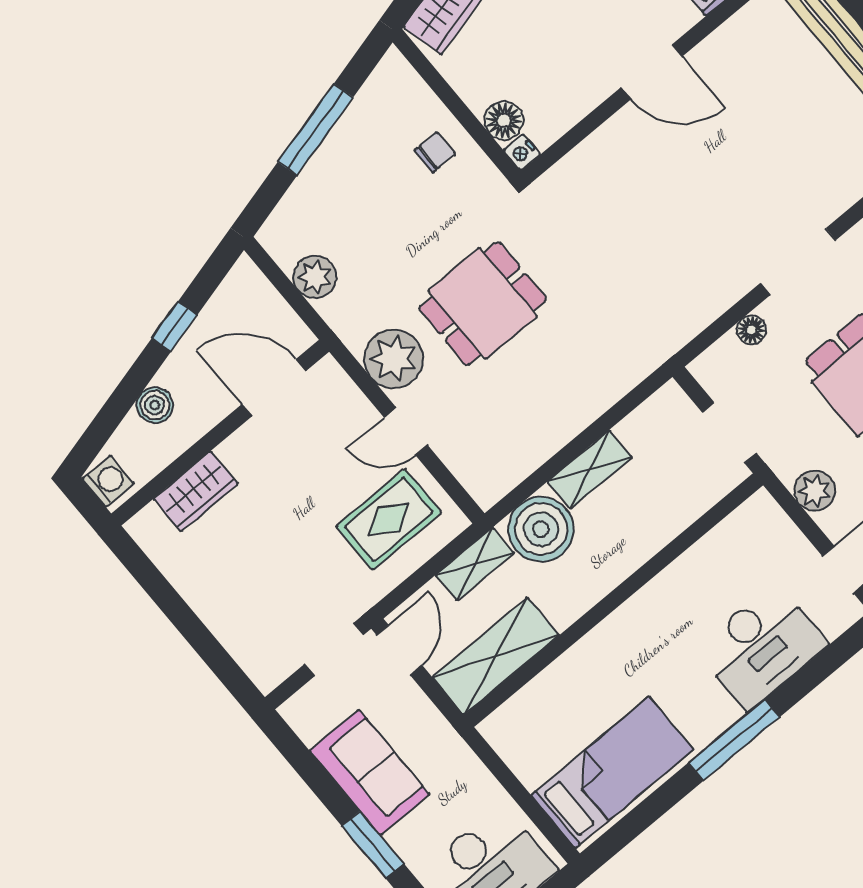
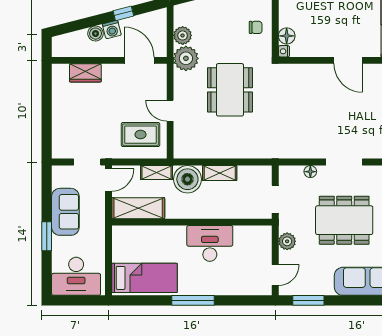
dining table: (483, 304) -> (230, 90), width x1.38
plant: (394, 359) -> (186, 58), moved
washing machine: (108, 481) -> (112, 30), moved, turned 76
desk: (761, 646) -> (210, 243), moved, turned 180

